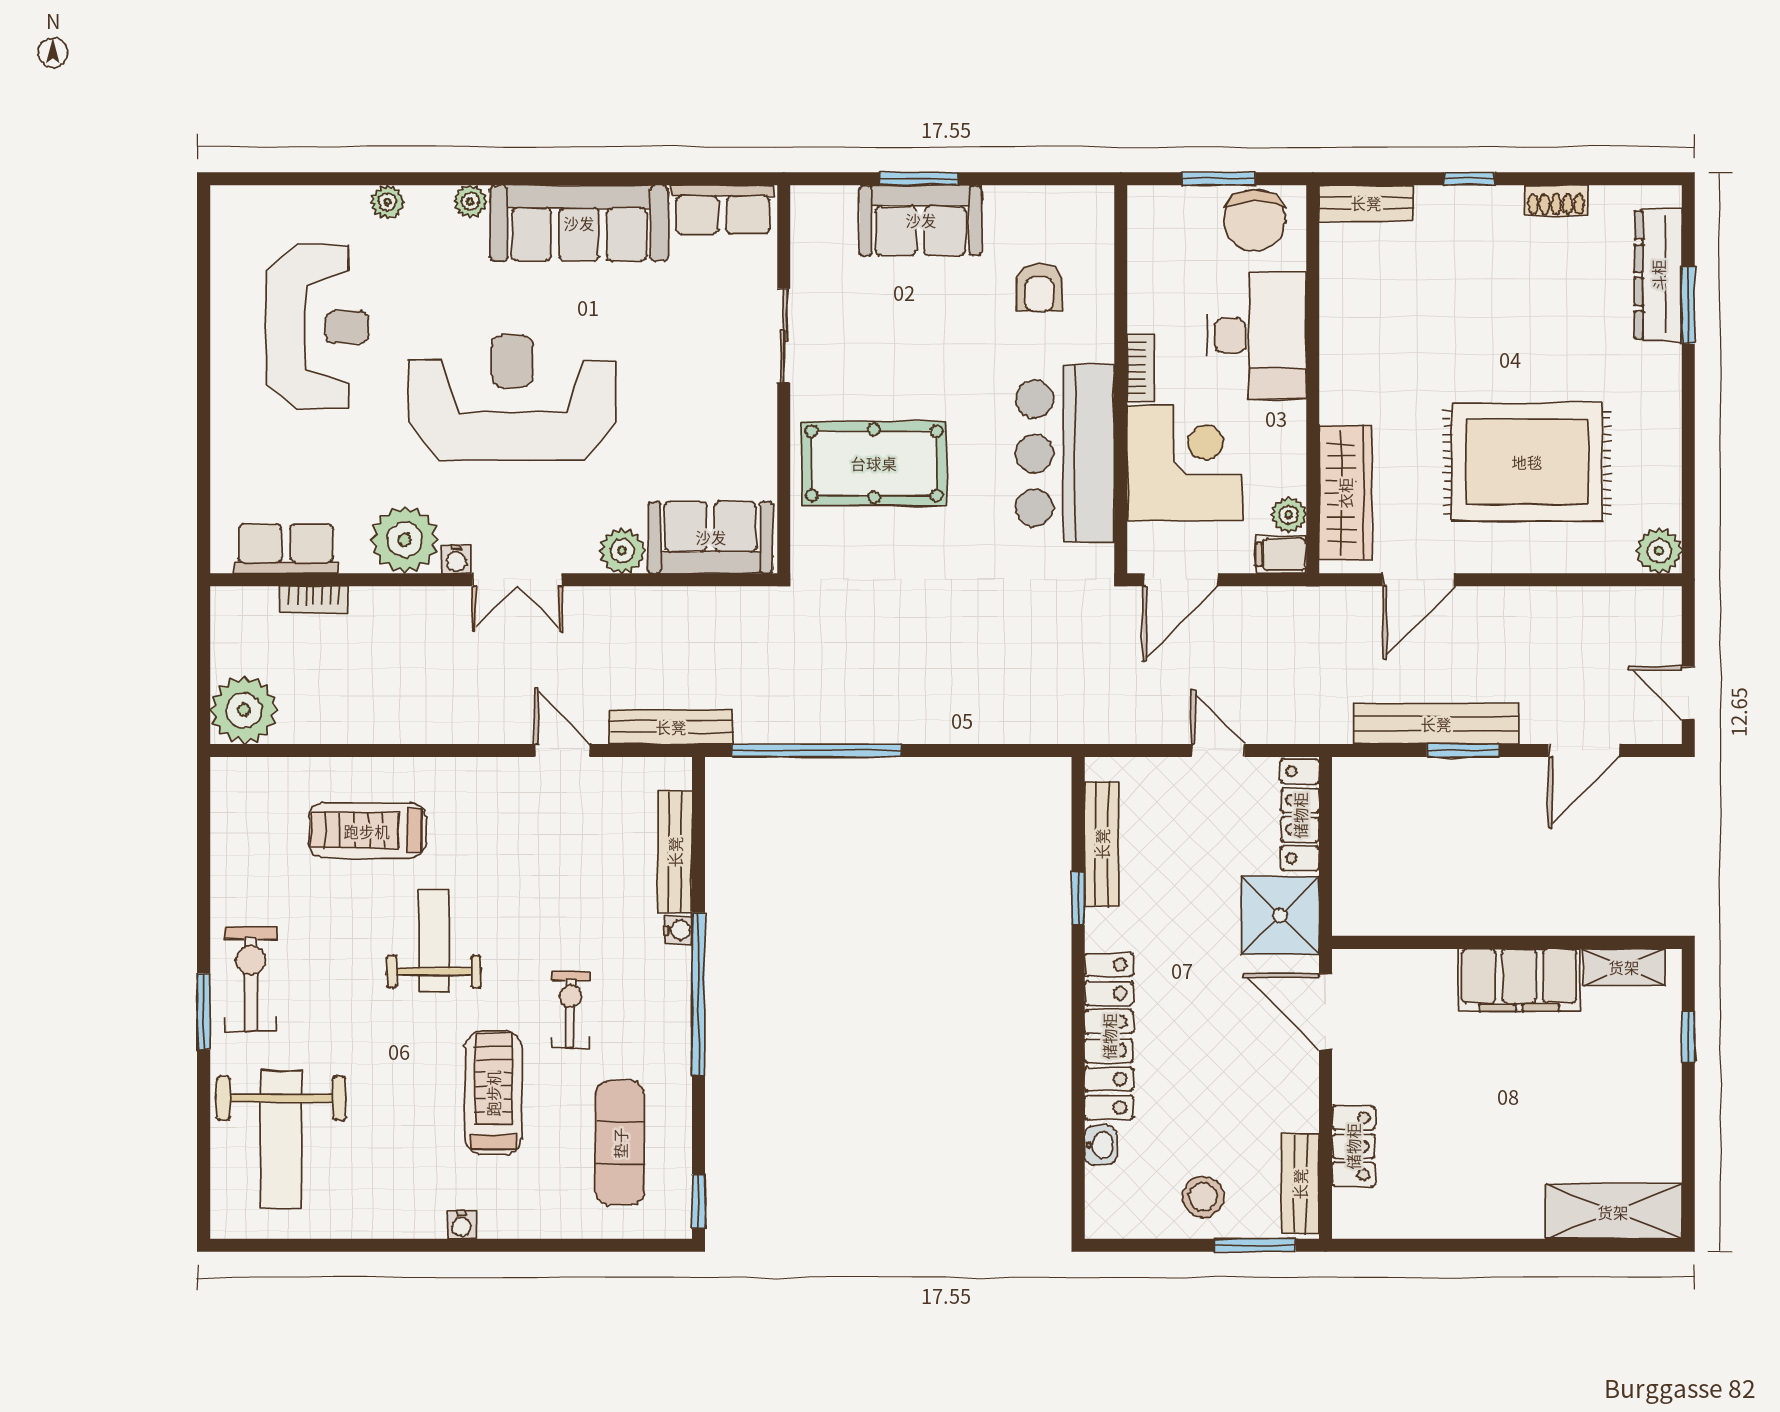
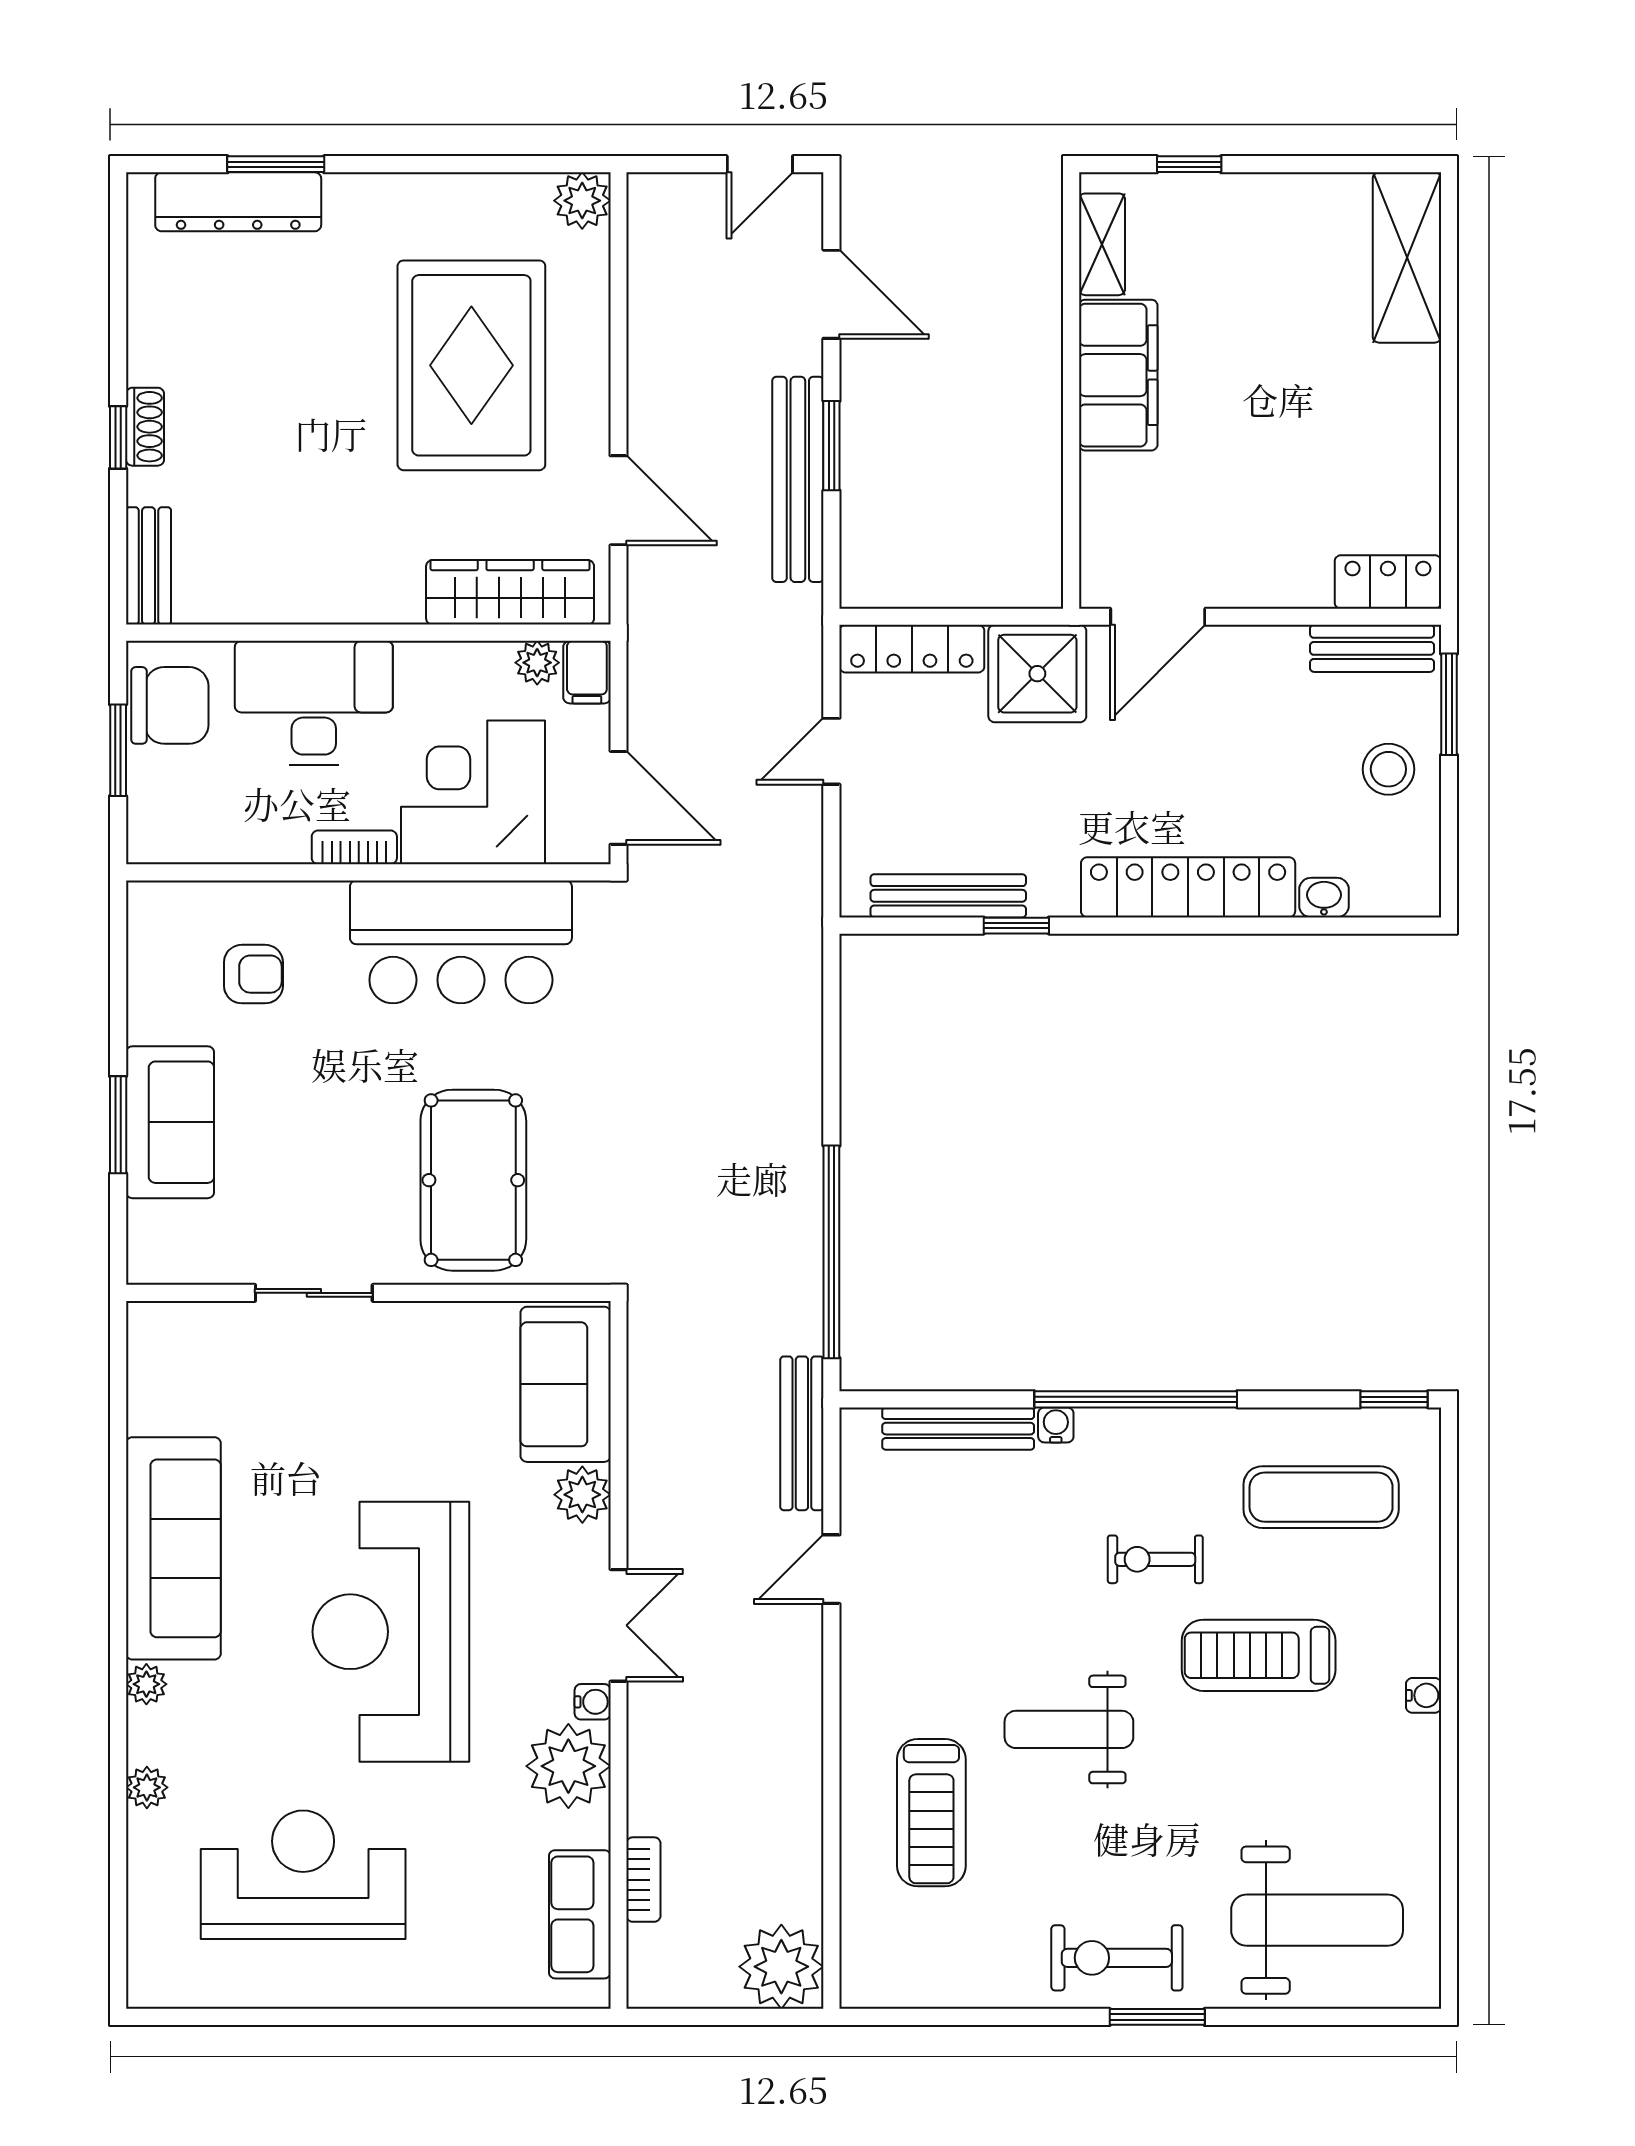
shoe rack: (1556, 200) -> (145, 427), moved
row of seats: (723, 210) -> (157, 1369), removed
locker: (1353, 1146) -> (1388, 582), moved

